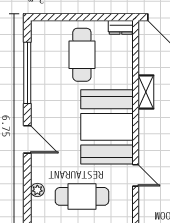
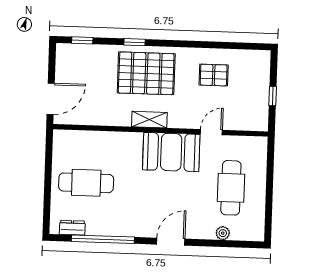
dresser: (121, 27) -> (72, 228), moved, turned -90
shelving: (146, 92) -> (149, 120), moved
booth: (107, 127) -> (171, 152), width x0.73, depth x0.70

